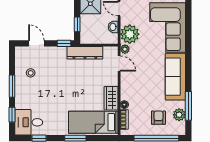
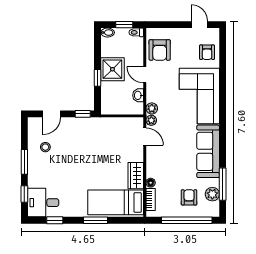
window: (77, 24) -> (98, 78), moved
plant: (130, 34) -> (152, 108), width x0.53, depth x0.53
door: (36, 43) -> (52, 114), swing flipped
dresser: (85, 53) -> (106, 124), removed

